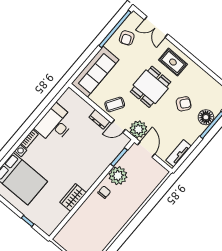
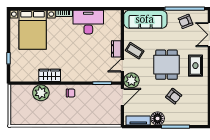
dining table: (151, 87) -> (166, 65), turned 90
floor lamp: (206, 117) -> (158, 118), moved
door: (119, 126) -> (122, 65), hinge flipped
plant: (118, 176) -> (41, 93), moved

